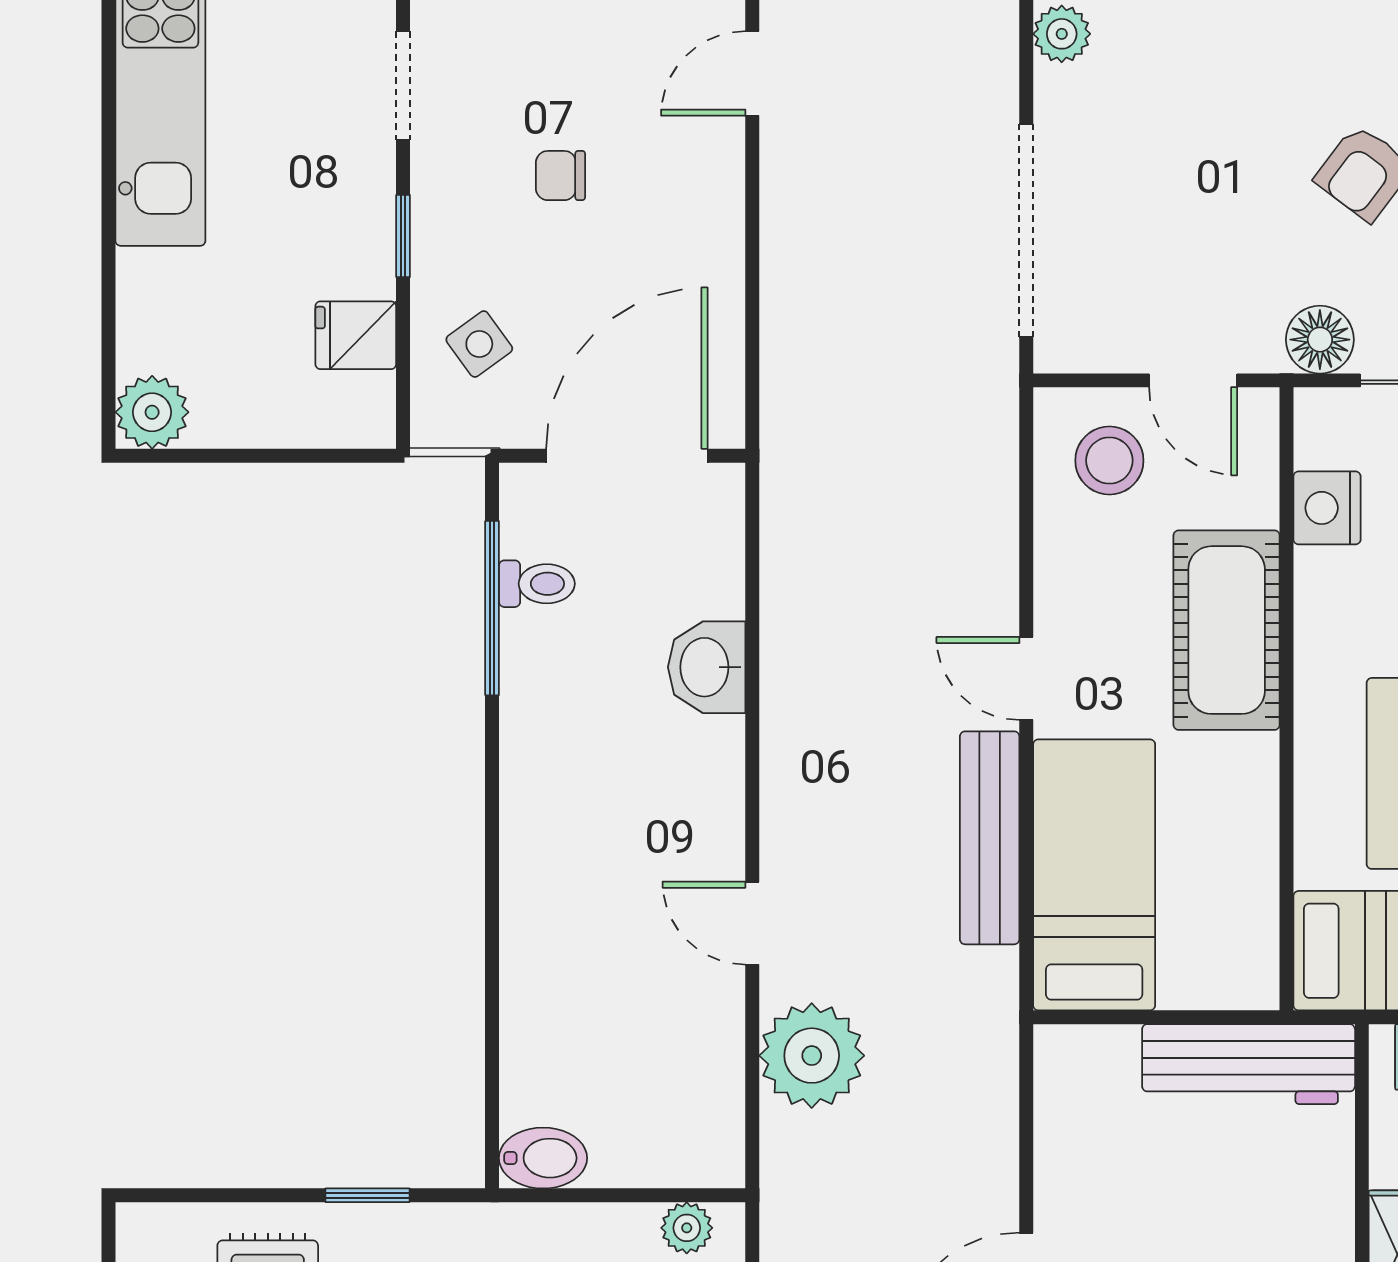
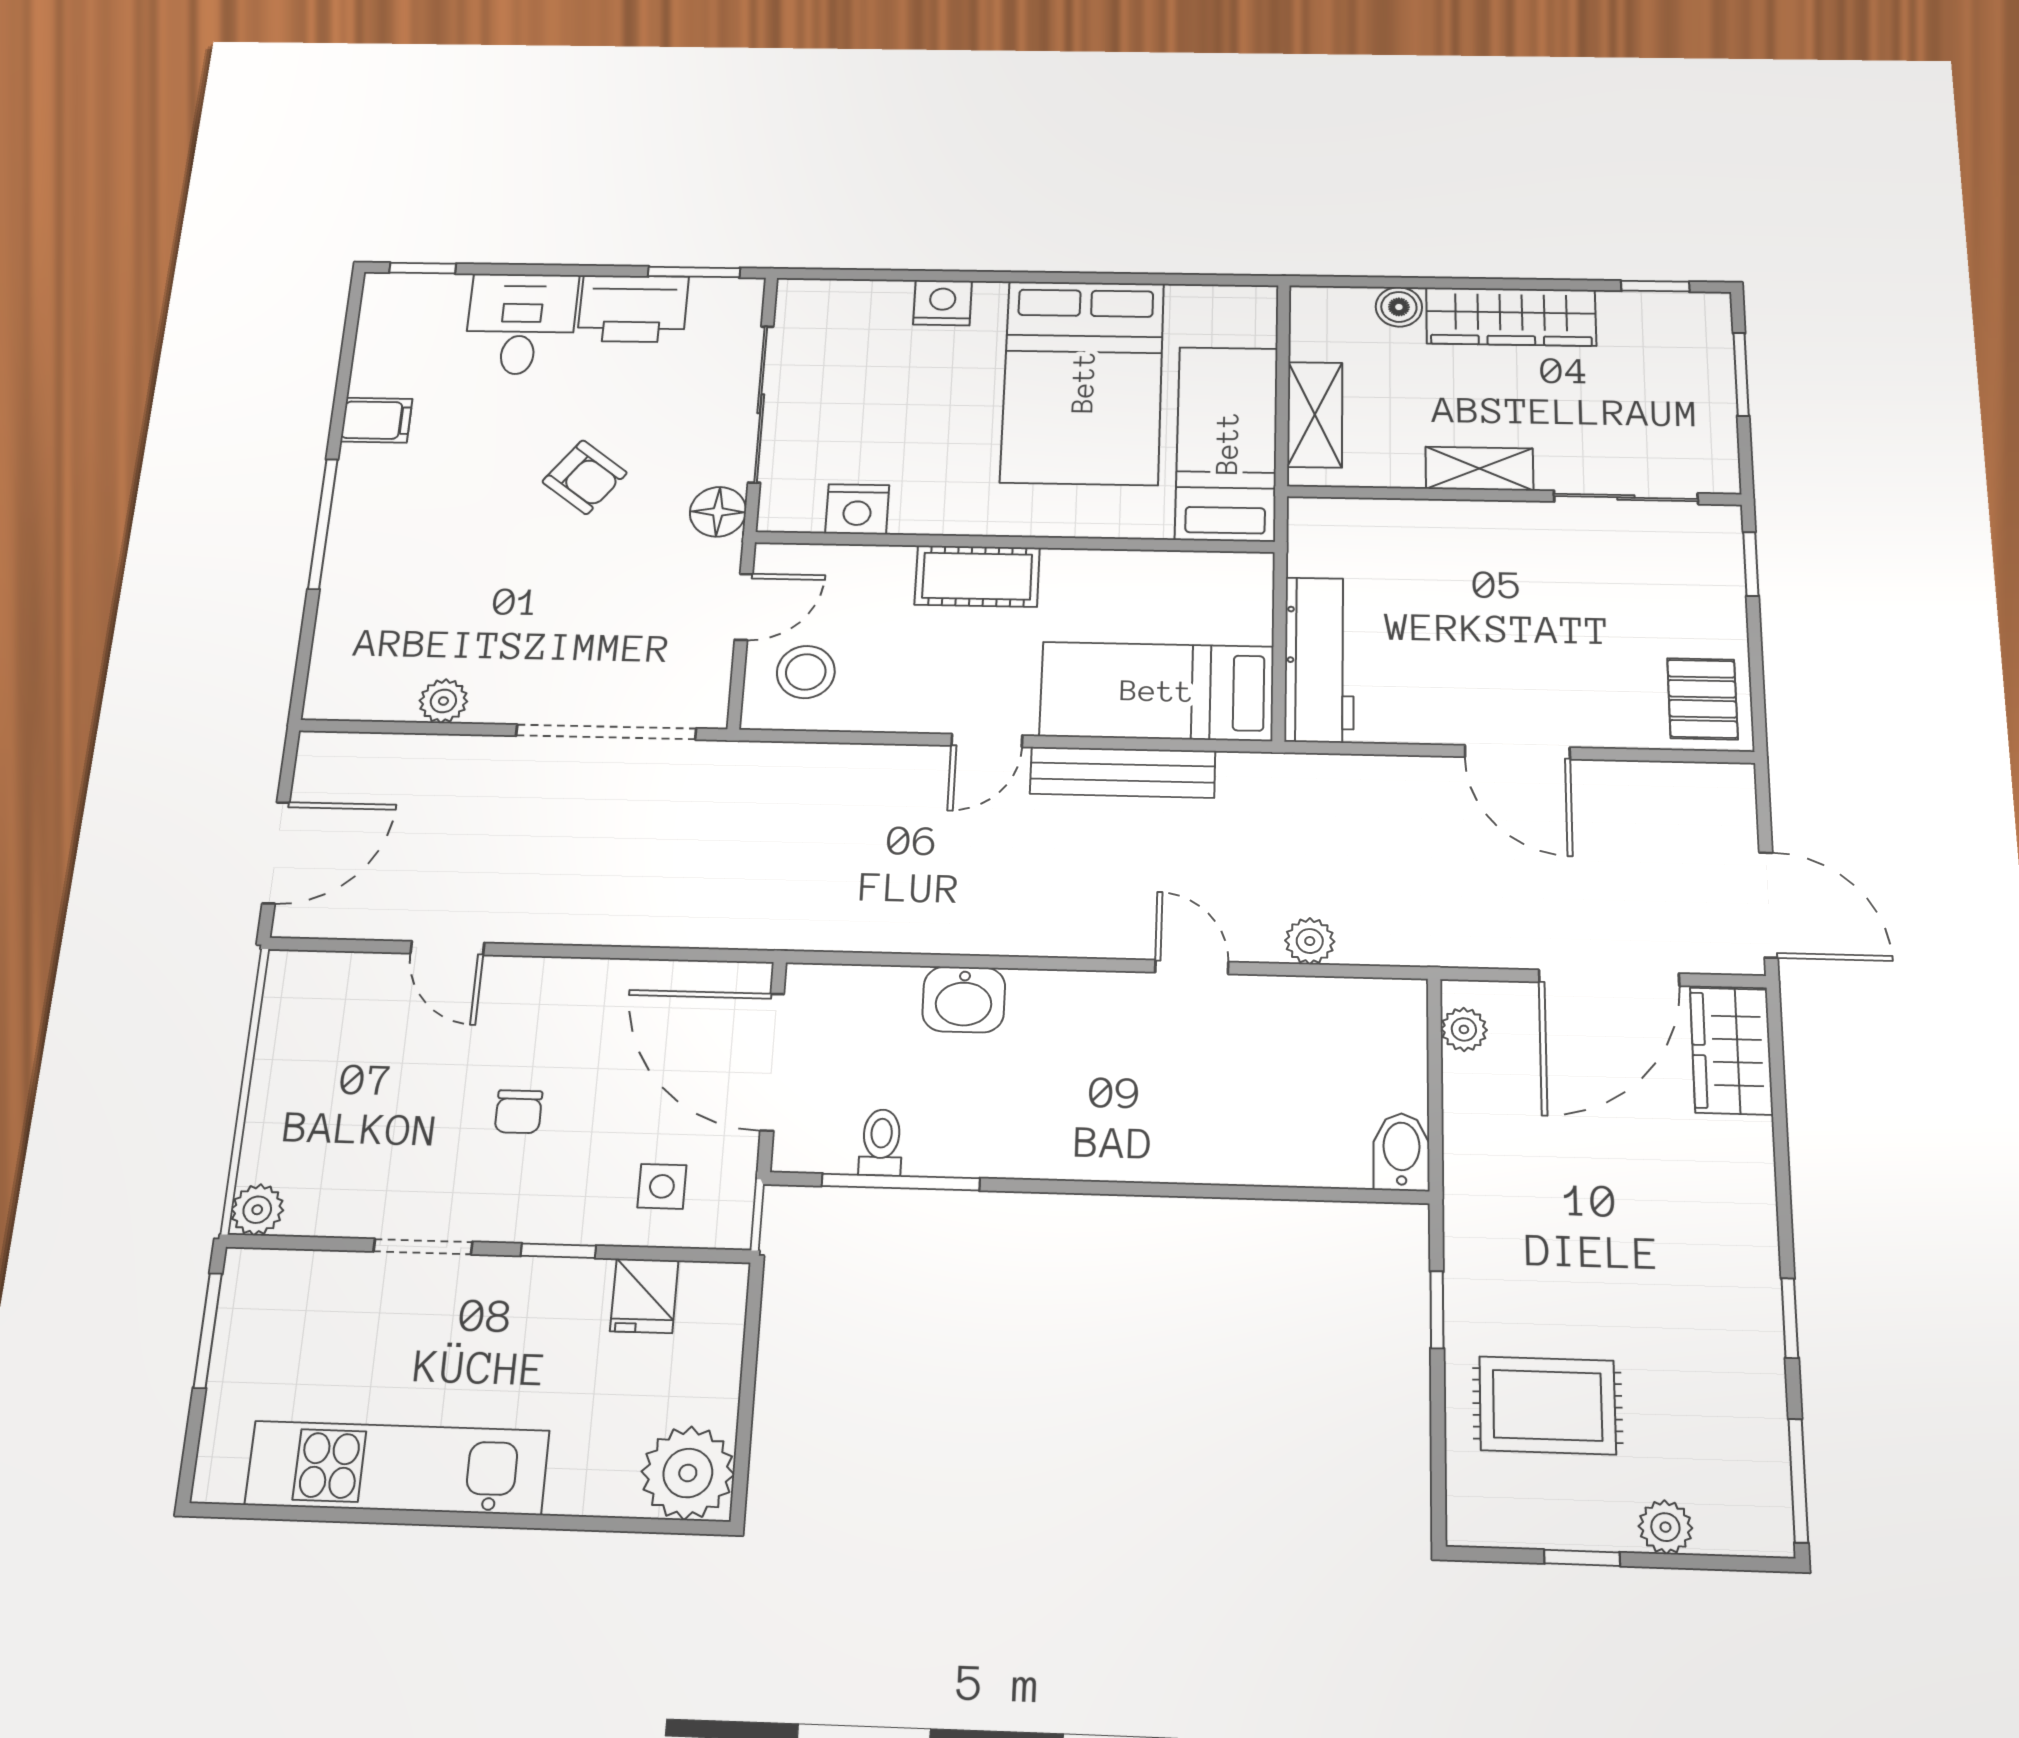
side table: (479, 344) -> (662, 1186), turned 36
plant: (152, 412) -> (688, 1473), width x1.36, depth x1.36
cot: (1227, 630) -> (977, 576), width x0.73, depth x0.75
door: (752, 923) -> (1192, 967), swing flipped
plant: (812, 1056) -> (1310, 941), width x0.53, depth x0.53
workbench: (1249, 1064) -> (1319, 659), moved

